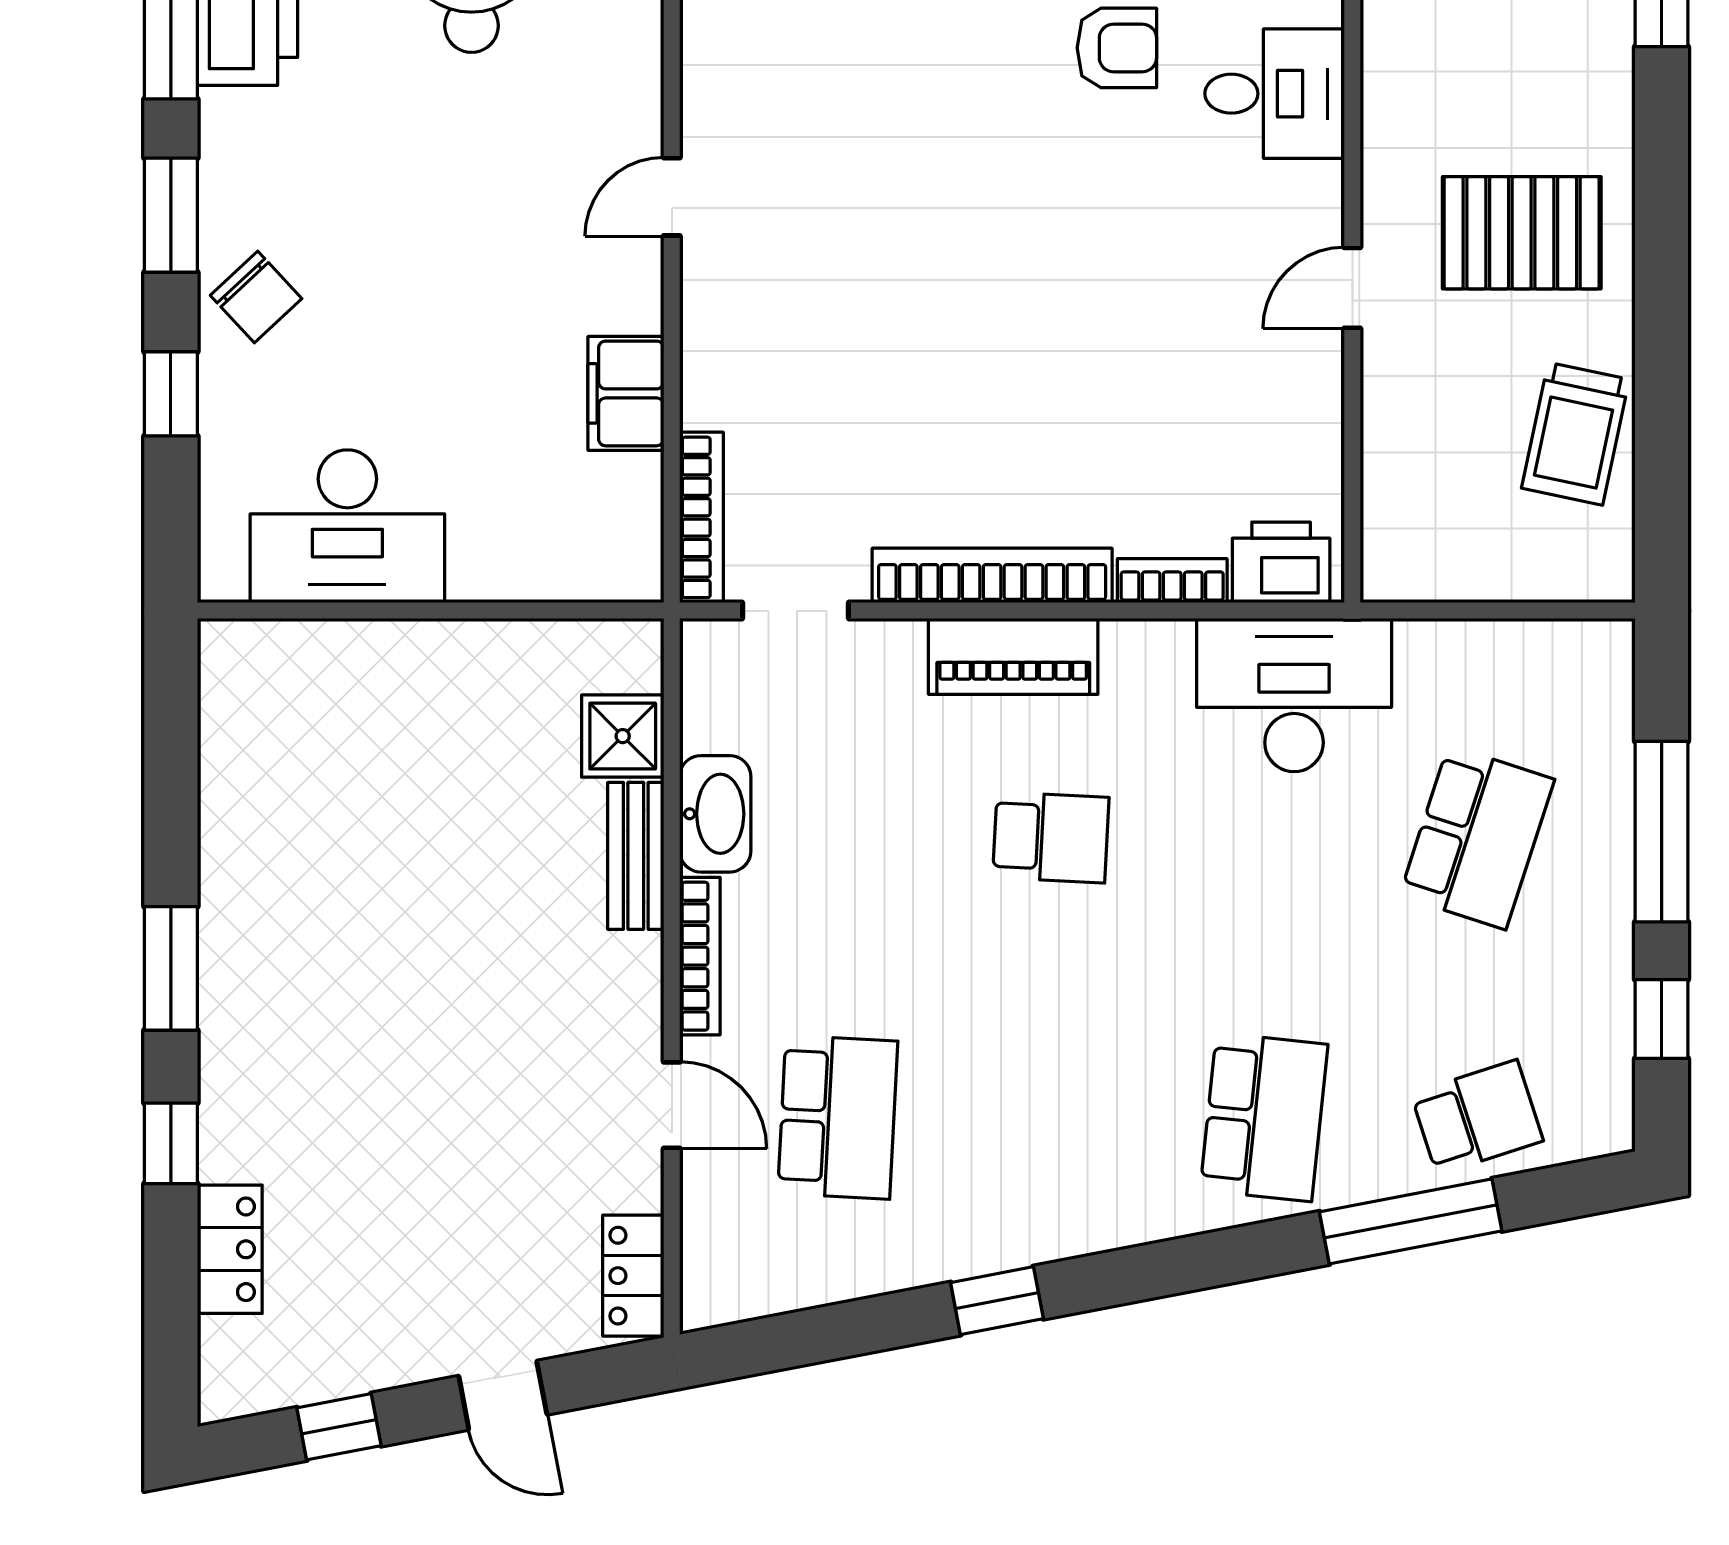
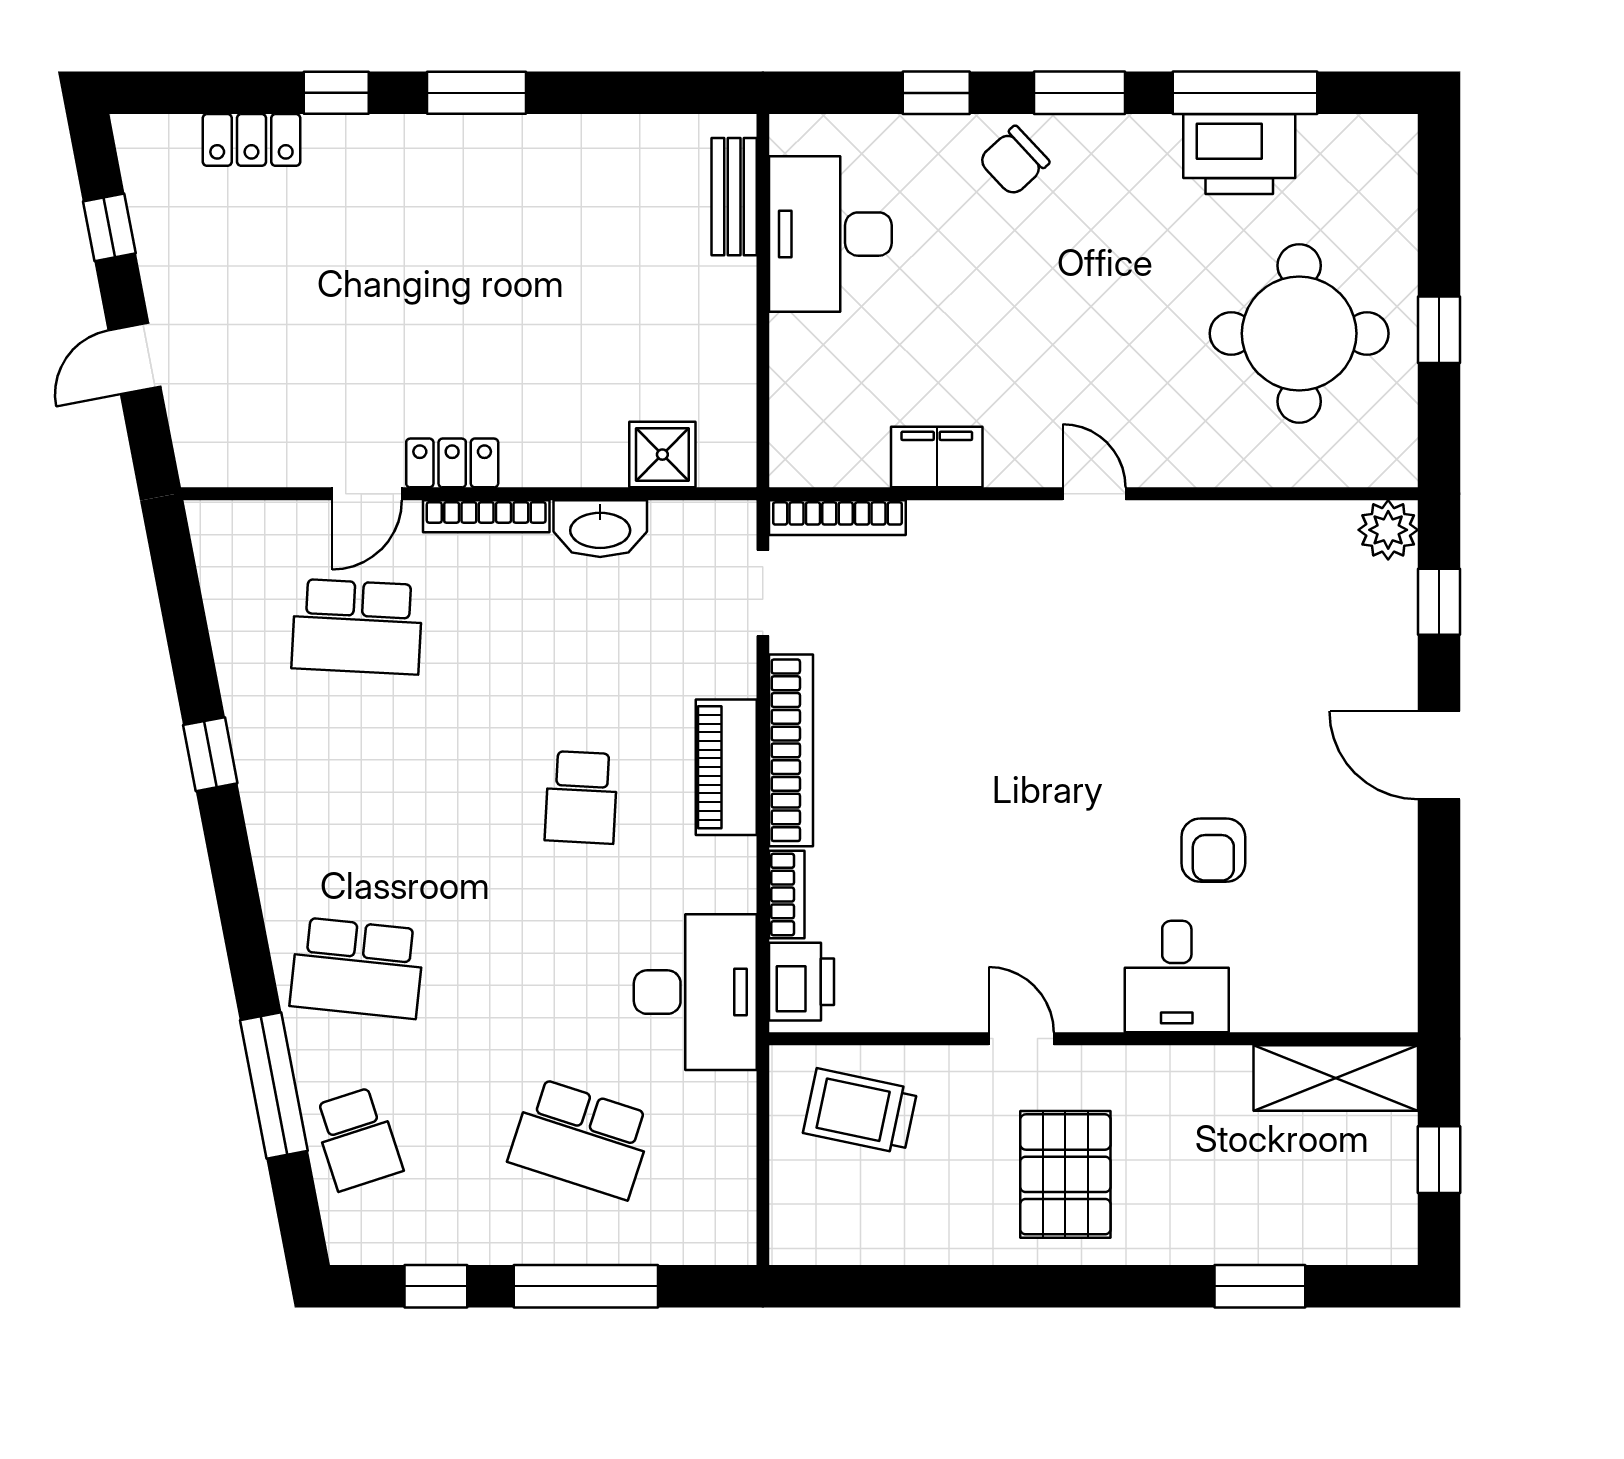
trolley: (1575, 434) -> (860, 1111), moved
bench: (636, 856) -> (734, 197), moved, turned 90
locker: (633, 1276) -> (452, 463), moved

